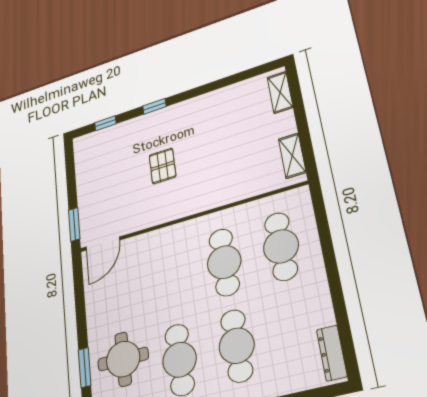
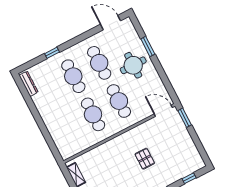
door: (103, 243) -> (163, 111), hinge flipped
cafe table: (281, 246) -> (119, 101), moved
round table: (123, 359) -> (133, 65), moved

